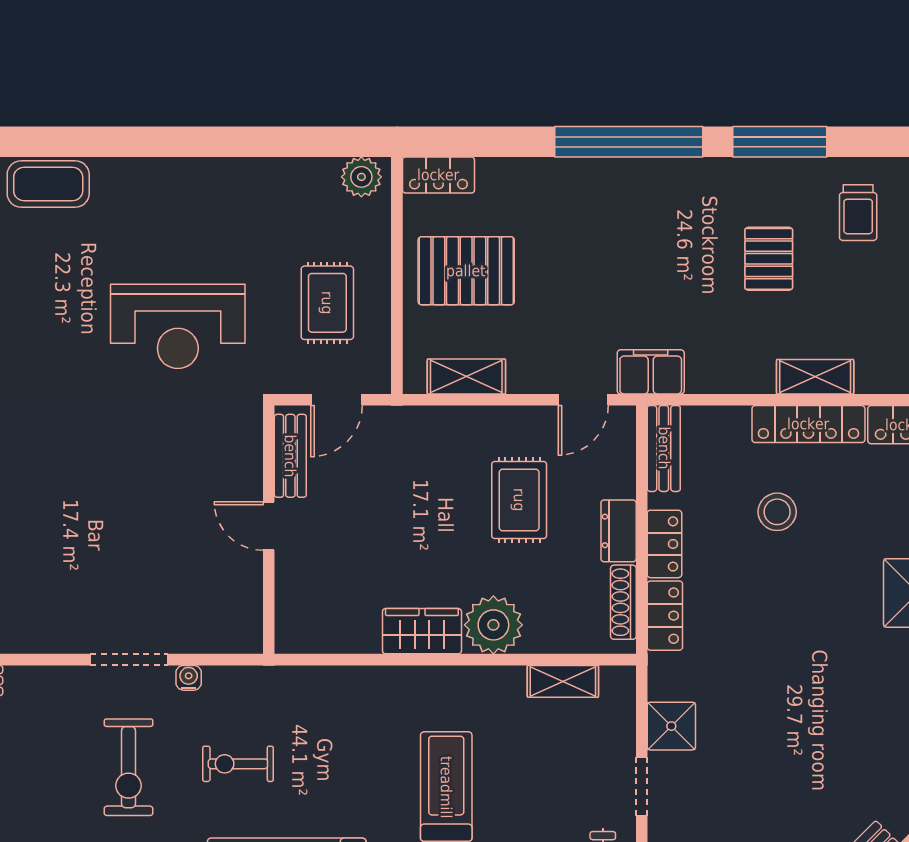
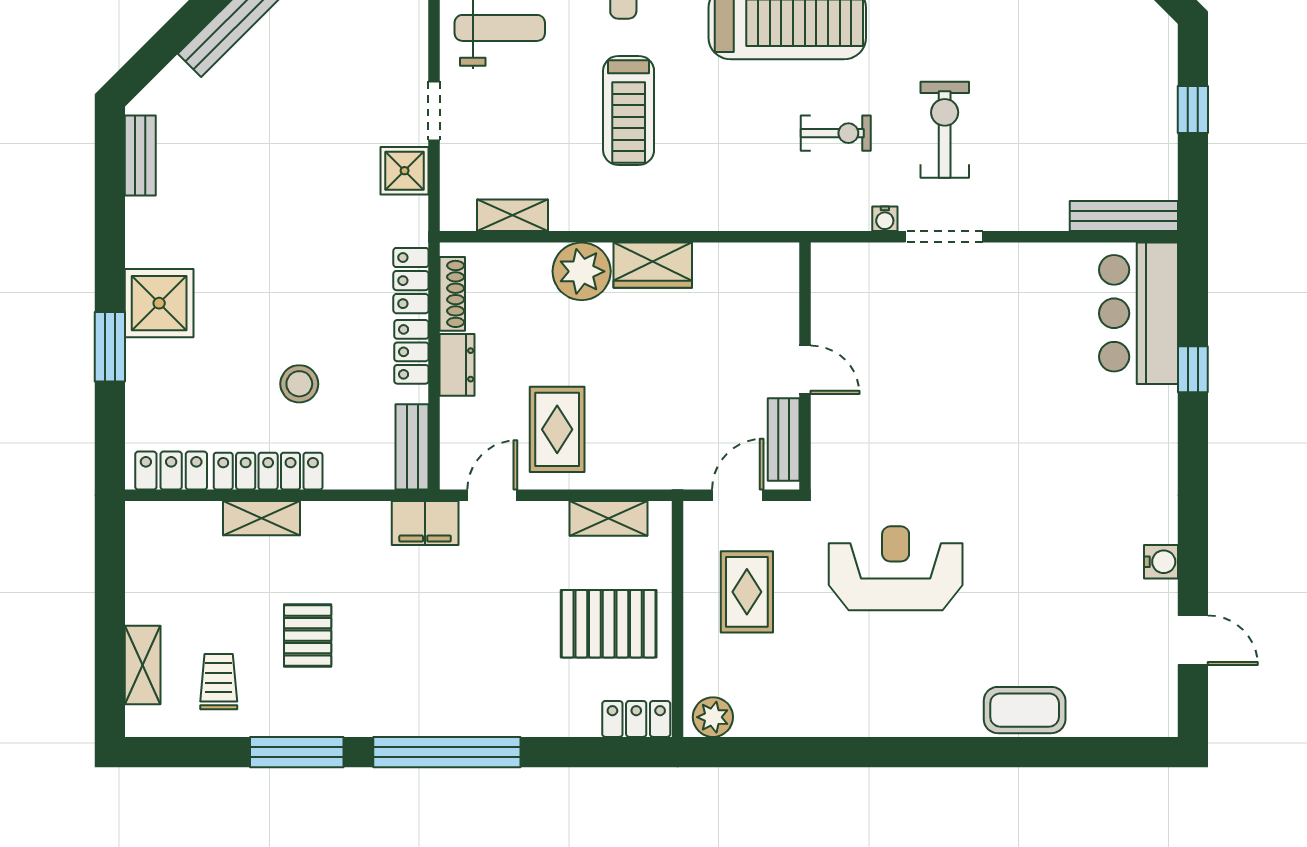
rug: (519, 500) -> (557, 429), moved

